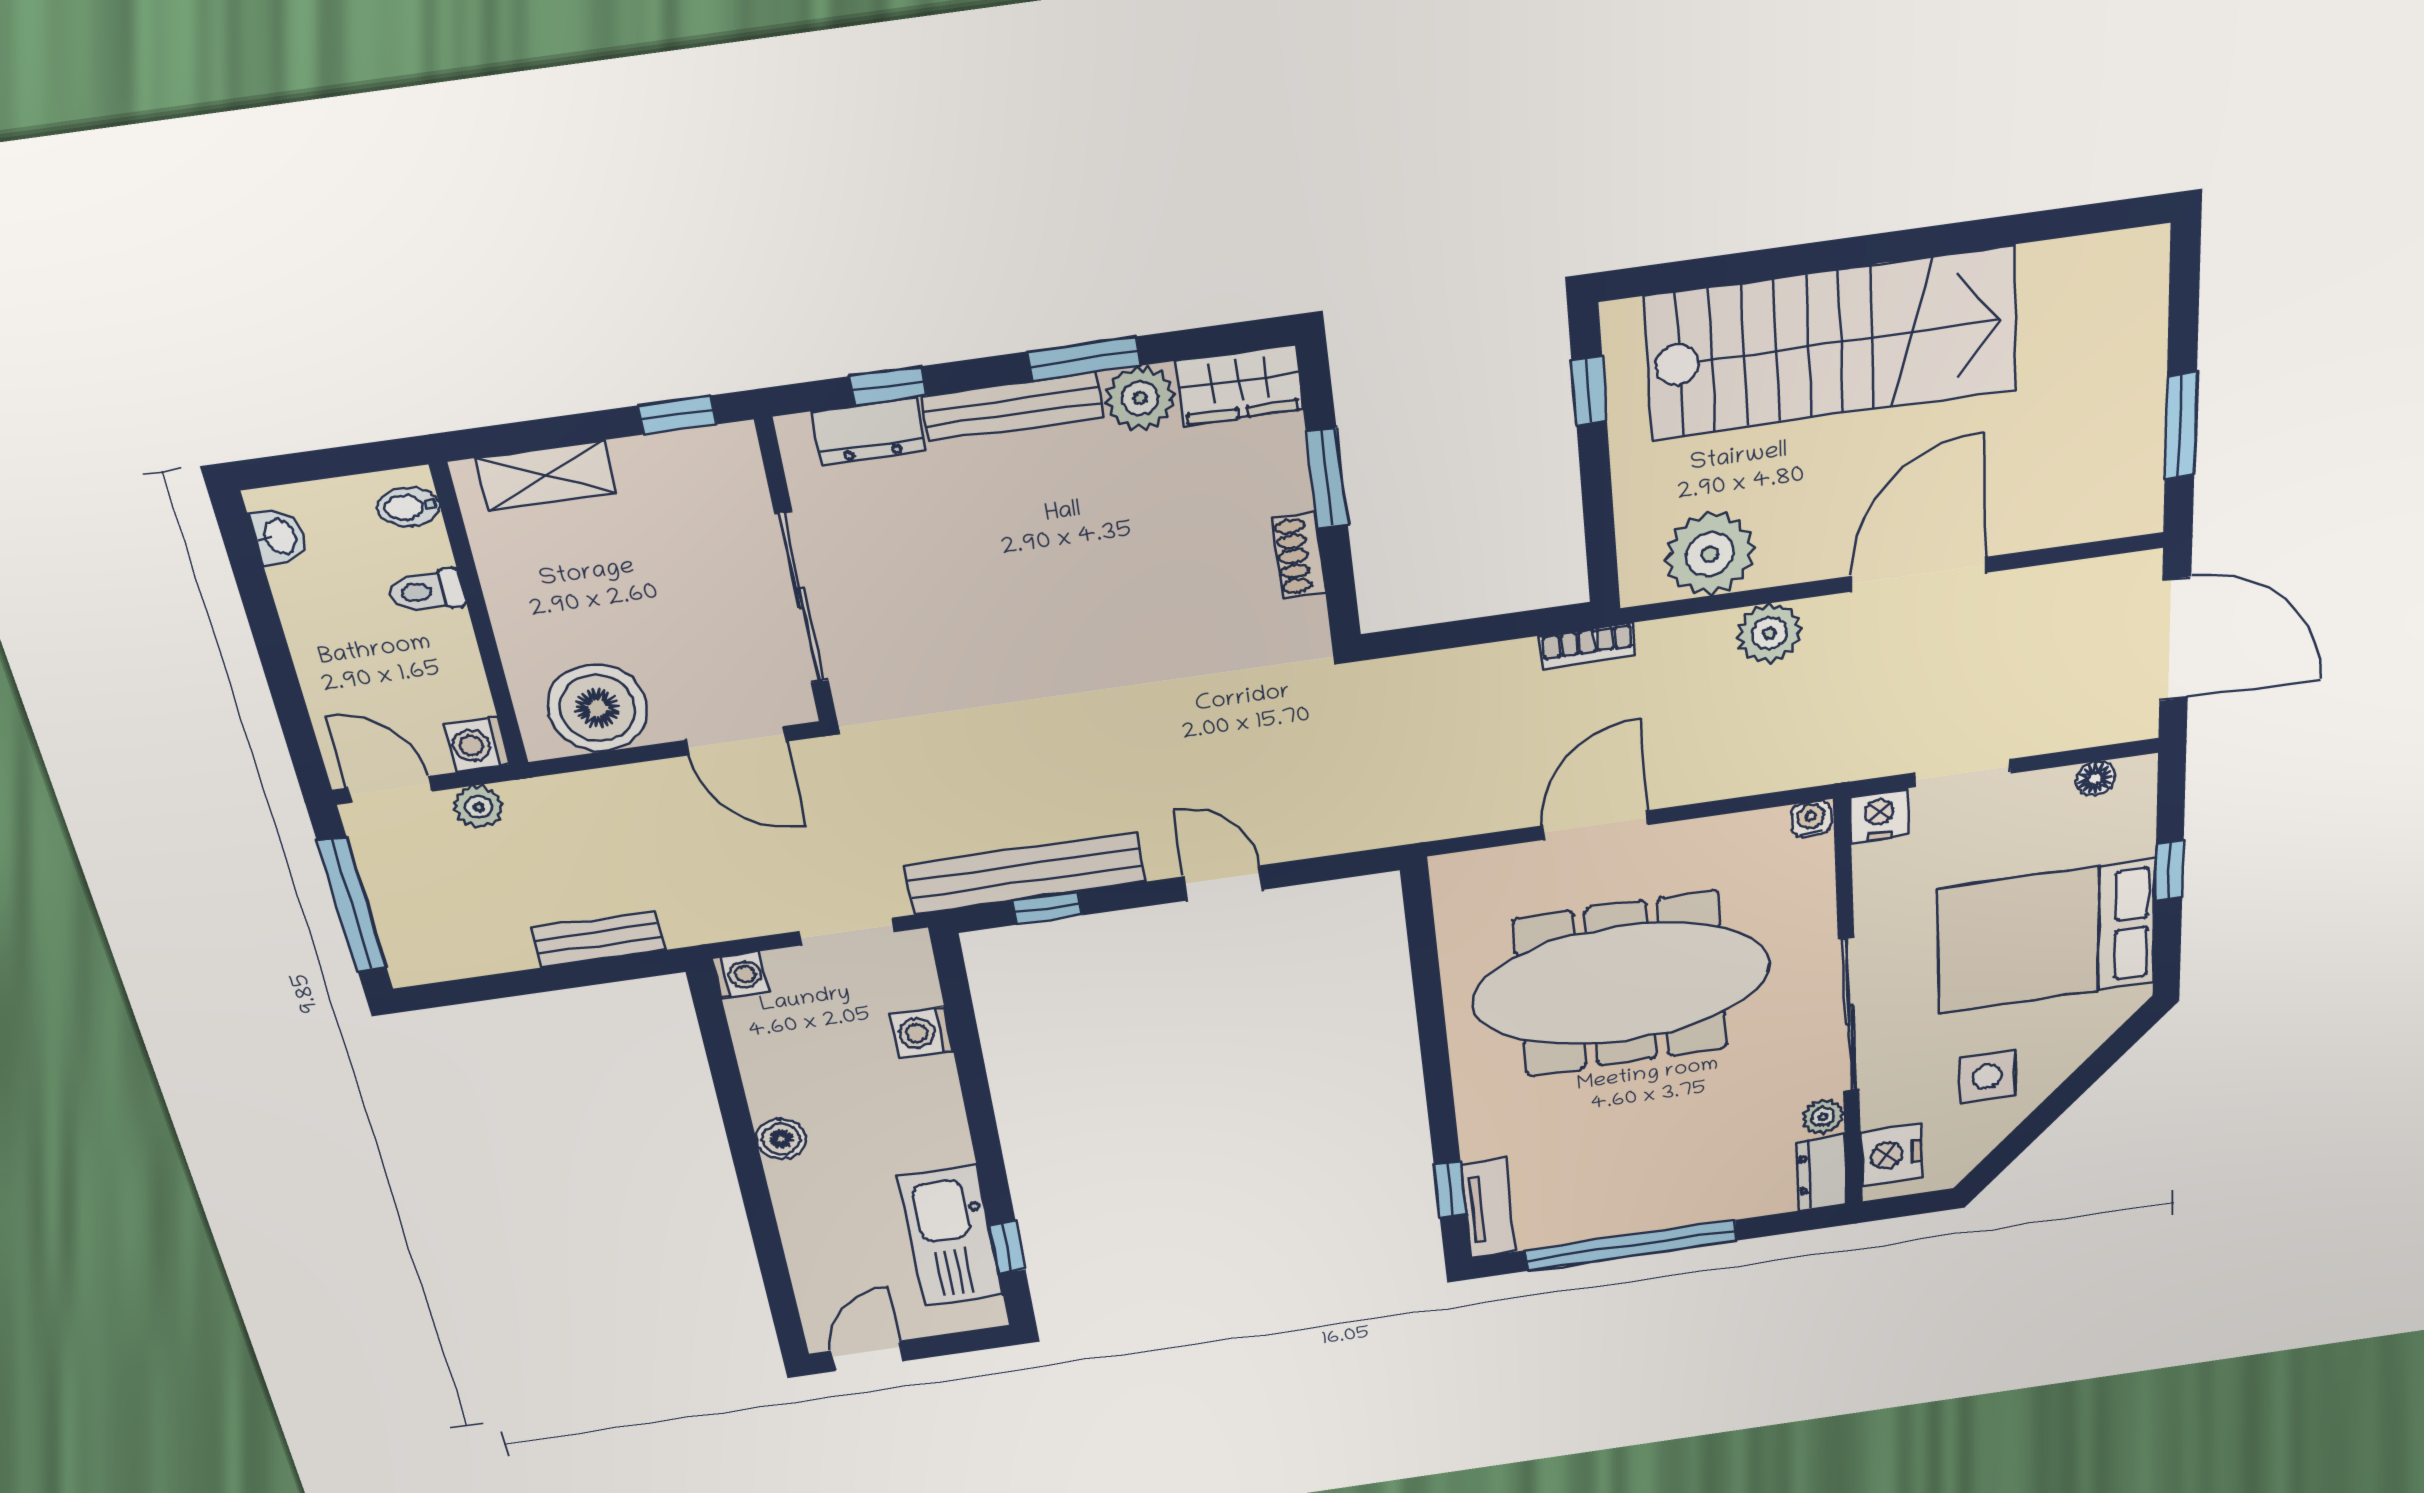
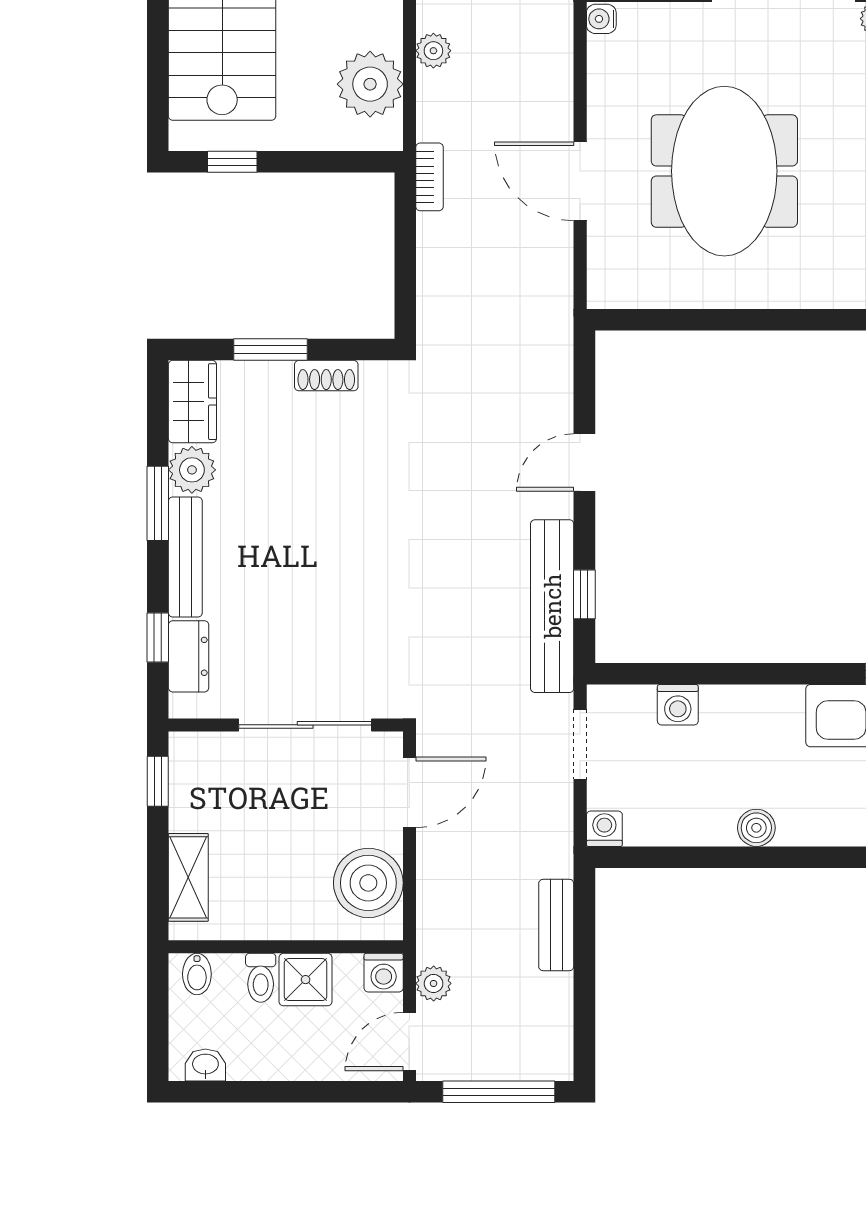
plant: (1769, 633) -> (433, 51), width x0.73, depth x0.73
shower: (440, 649) -> (306, 980), added
meeting table: (1621, 984) -> (724, 171), width x0.73

